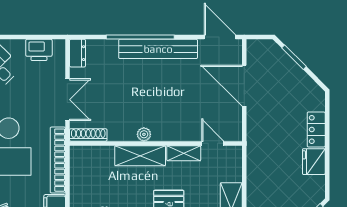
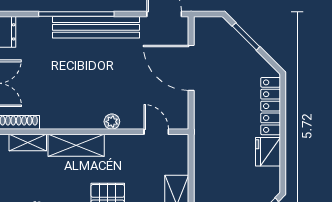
locker: (316, 130) -> (271, 106), width x1.53
plant: (144, 134) -> (112, 122), moved
shelving: (184, 153) -> (28, 142), moved

